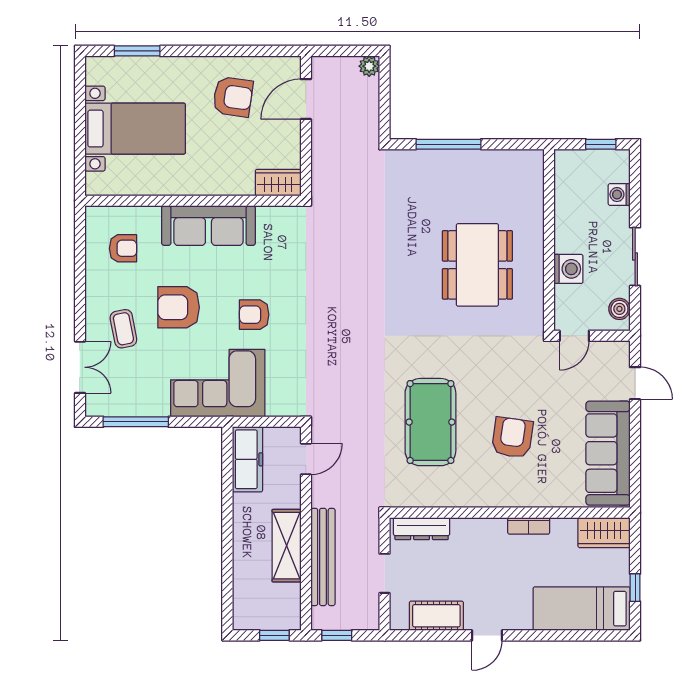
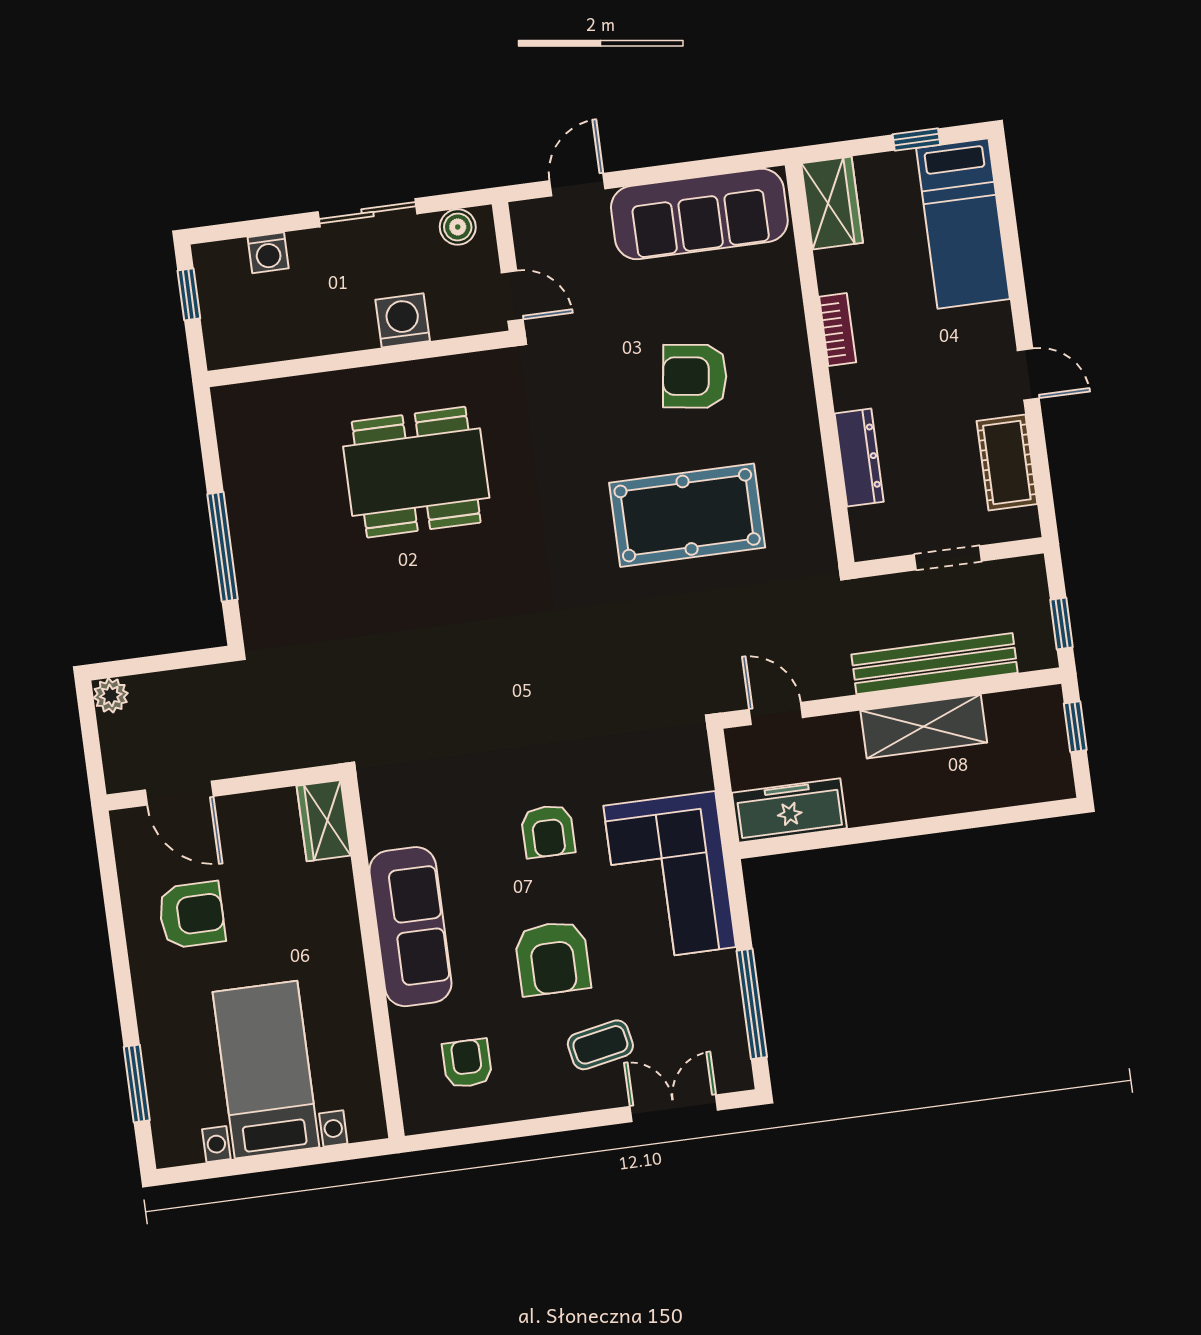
armchair: (233, 97) -> (192, 915), turned 82
dresser: (422, 529) -> (859, 458), moved

